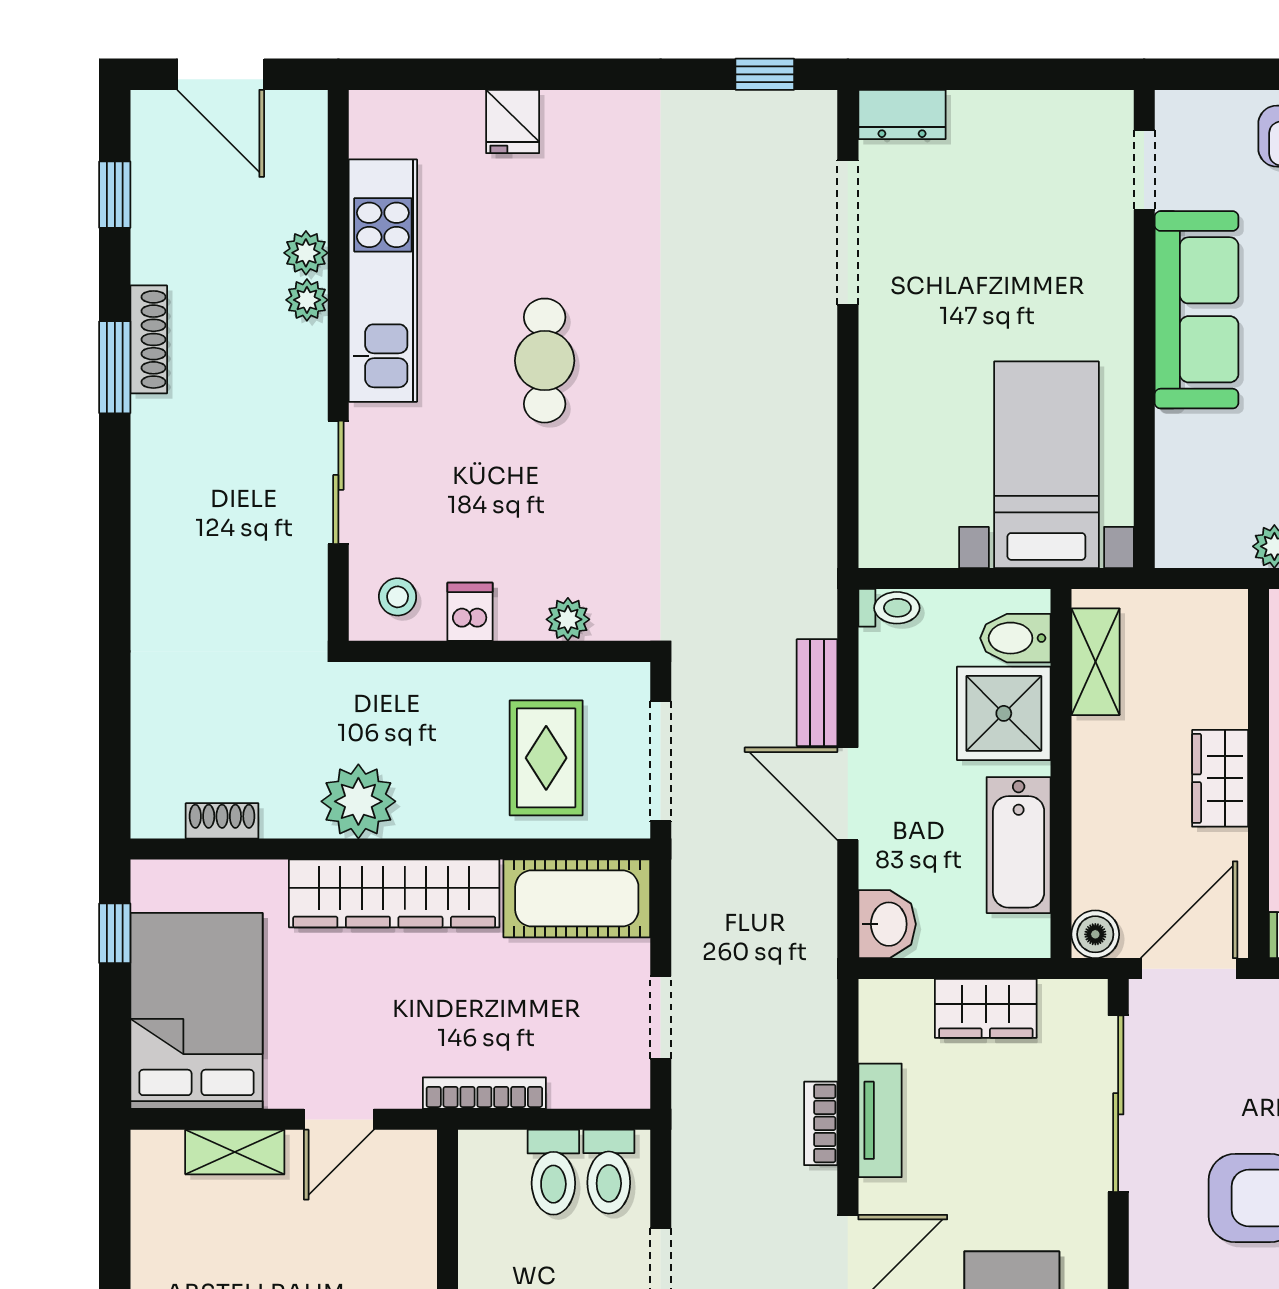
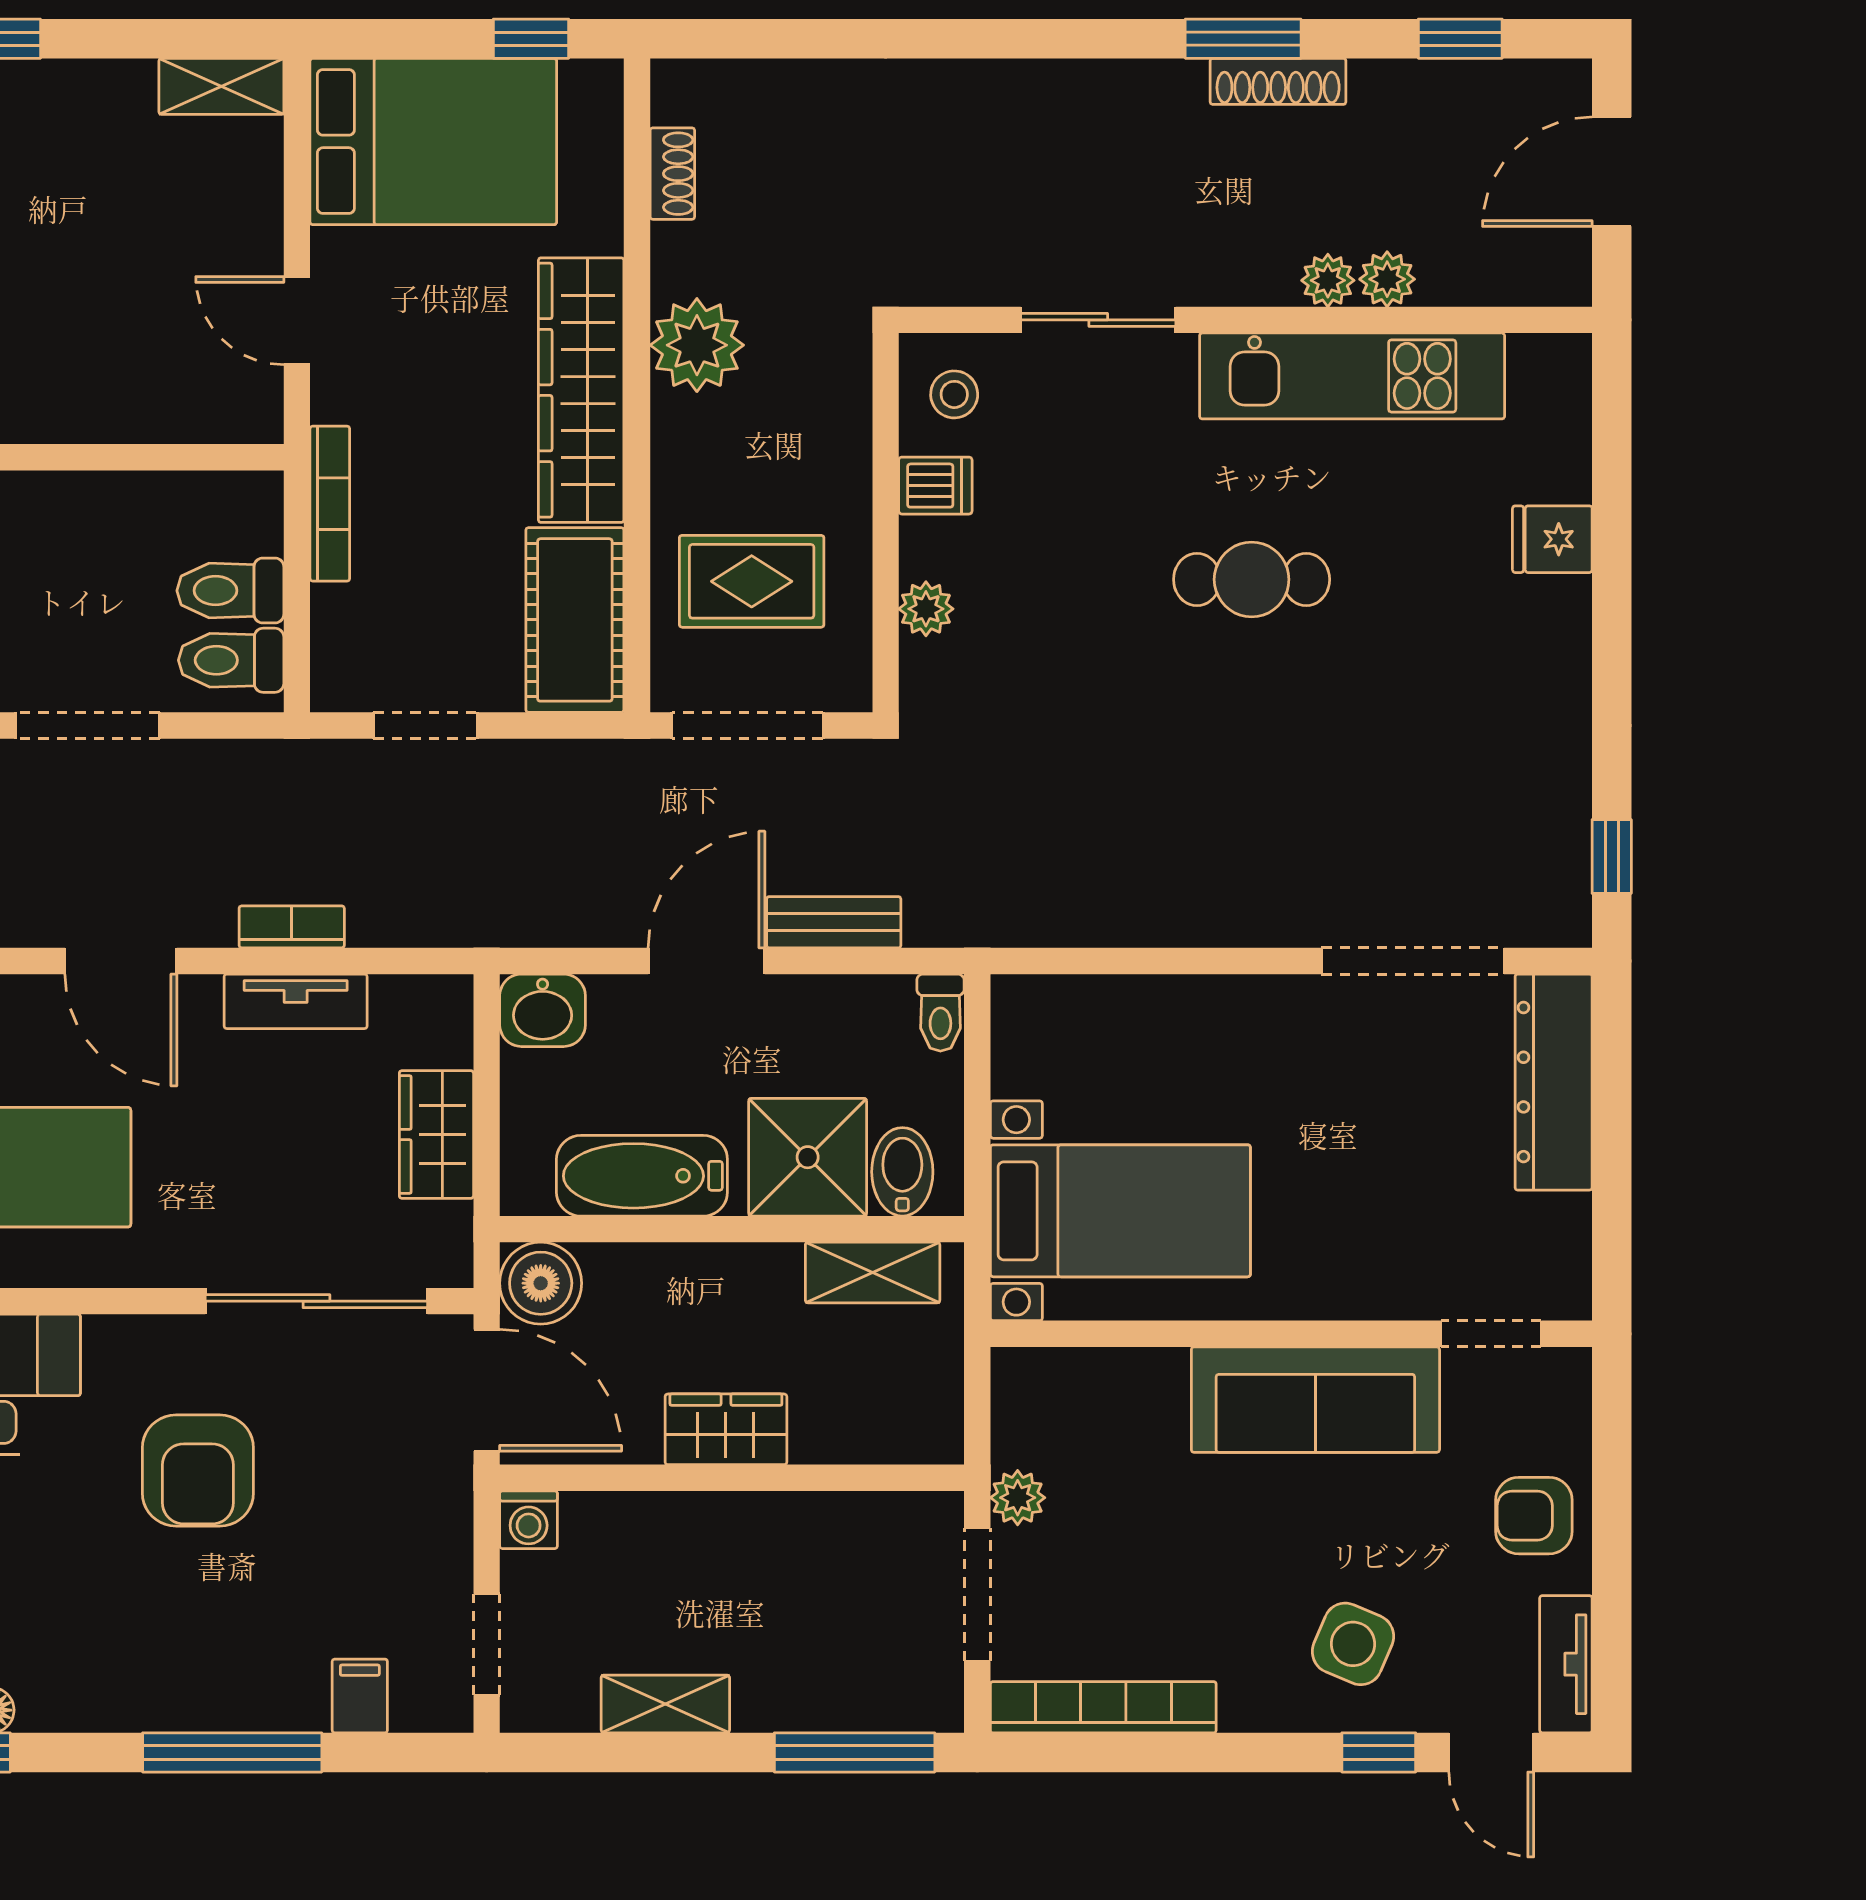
dresser: (902, 114) -> (1554, 1082), width x1.96, depth x1.24
boiler: (1095, 934) -> (541, 1283), width x1.36, depth x1.36
shelving: (235, 1152) -> (221, 86), moved, turned 90

